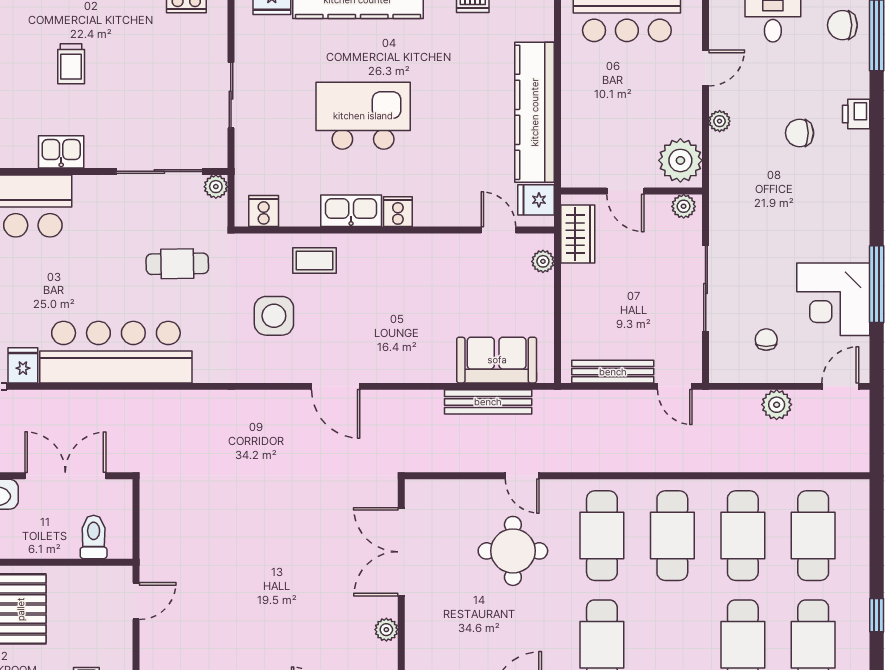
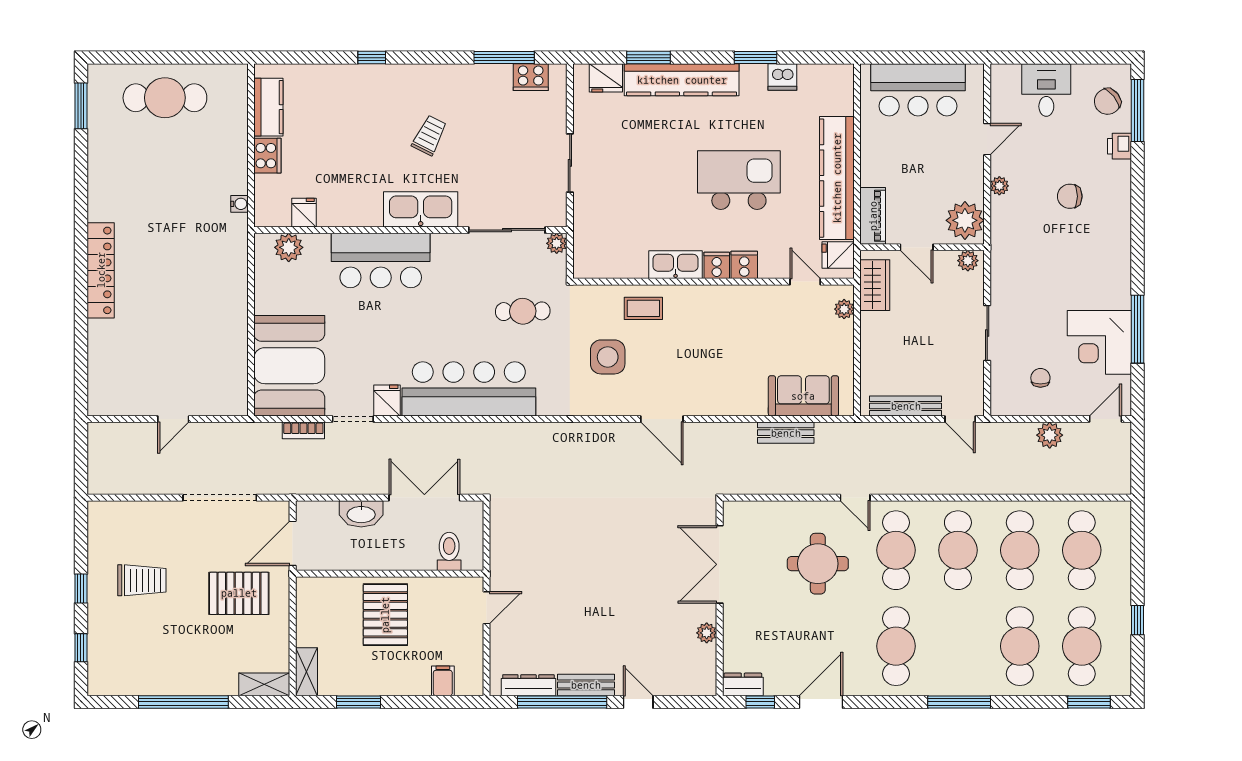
chair: (842, 25) -> (1107, 101), turned -39
trolley: (71, 64) -> (429, 135), turned -153
printer: (856, 114) -> (1119, 146), moved
kitchen island: (363, 116) -> (739, 180), moved
kitchen sink: (61, 152) -> (421, 209), width x1.88, depth x1.24
piano: (575, 155) -> (873, 216), added
cooker: (264, 211) -> (744, 265), moved
sliding door: (706, 289) -> (987, 333), width x0.73
bench: (488, 402) -> (786, 433), width x0.73
door: (522, 476) -> (855, 498), moved

